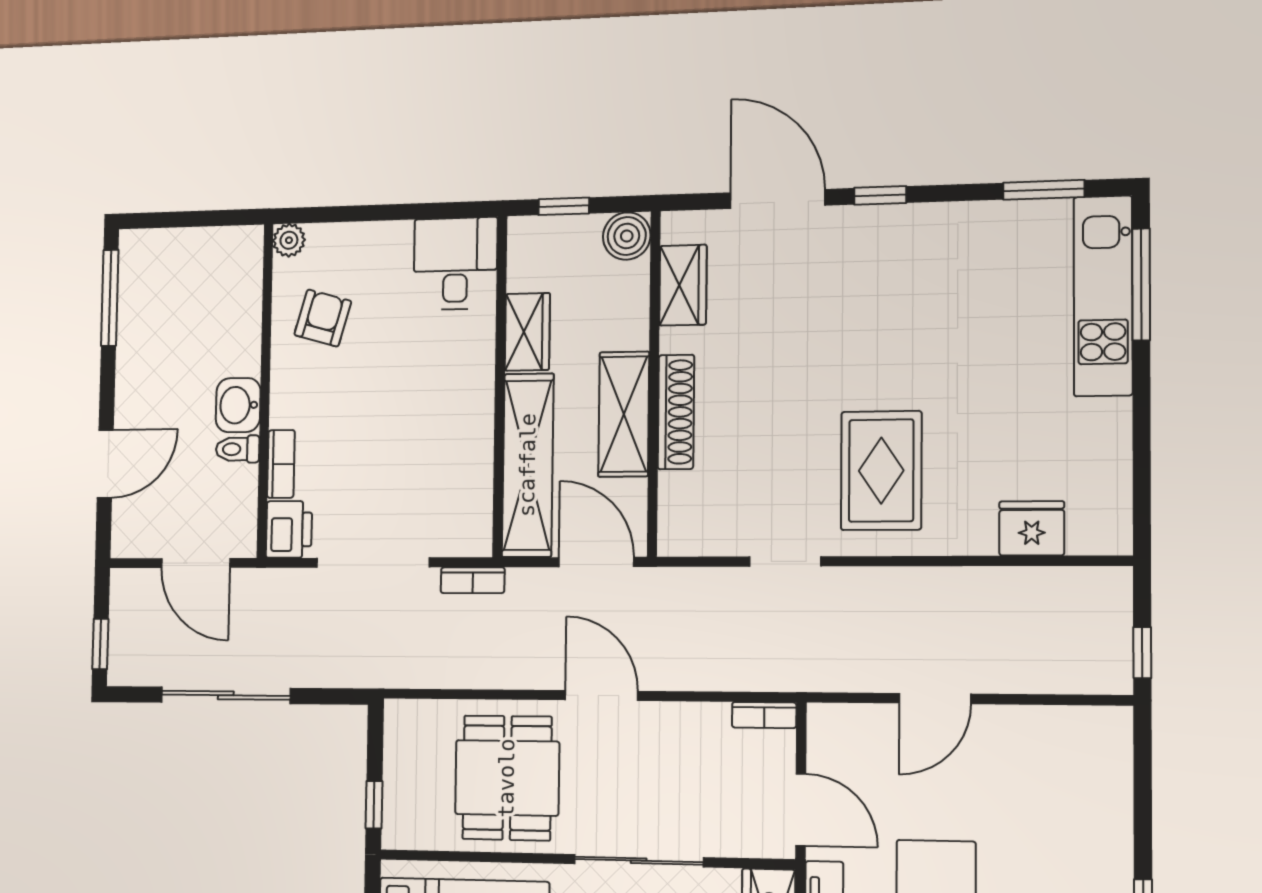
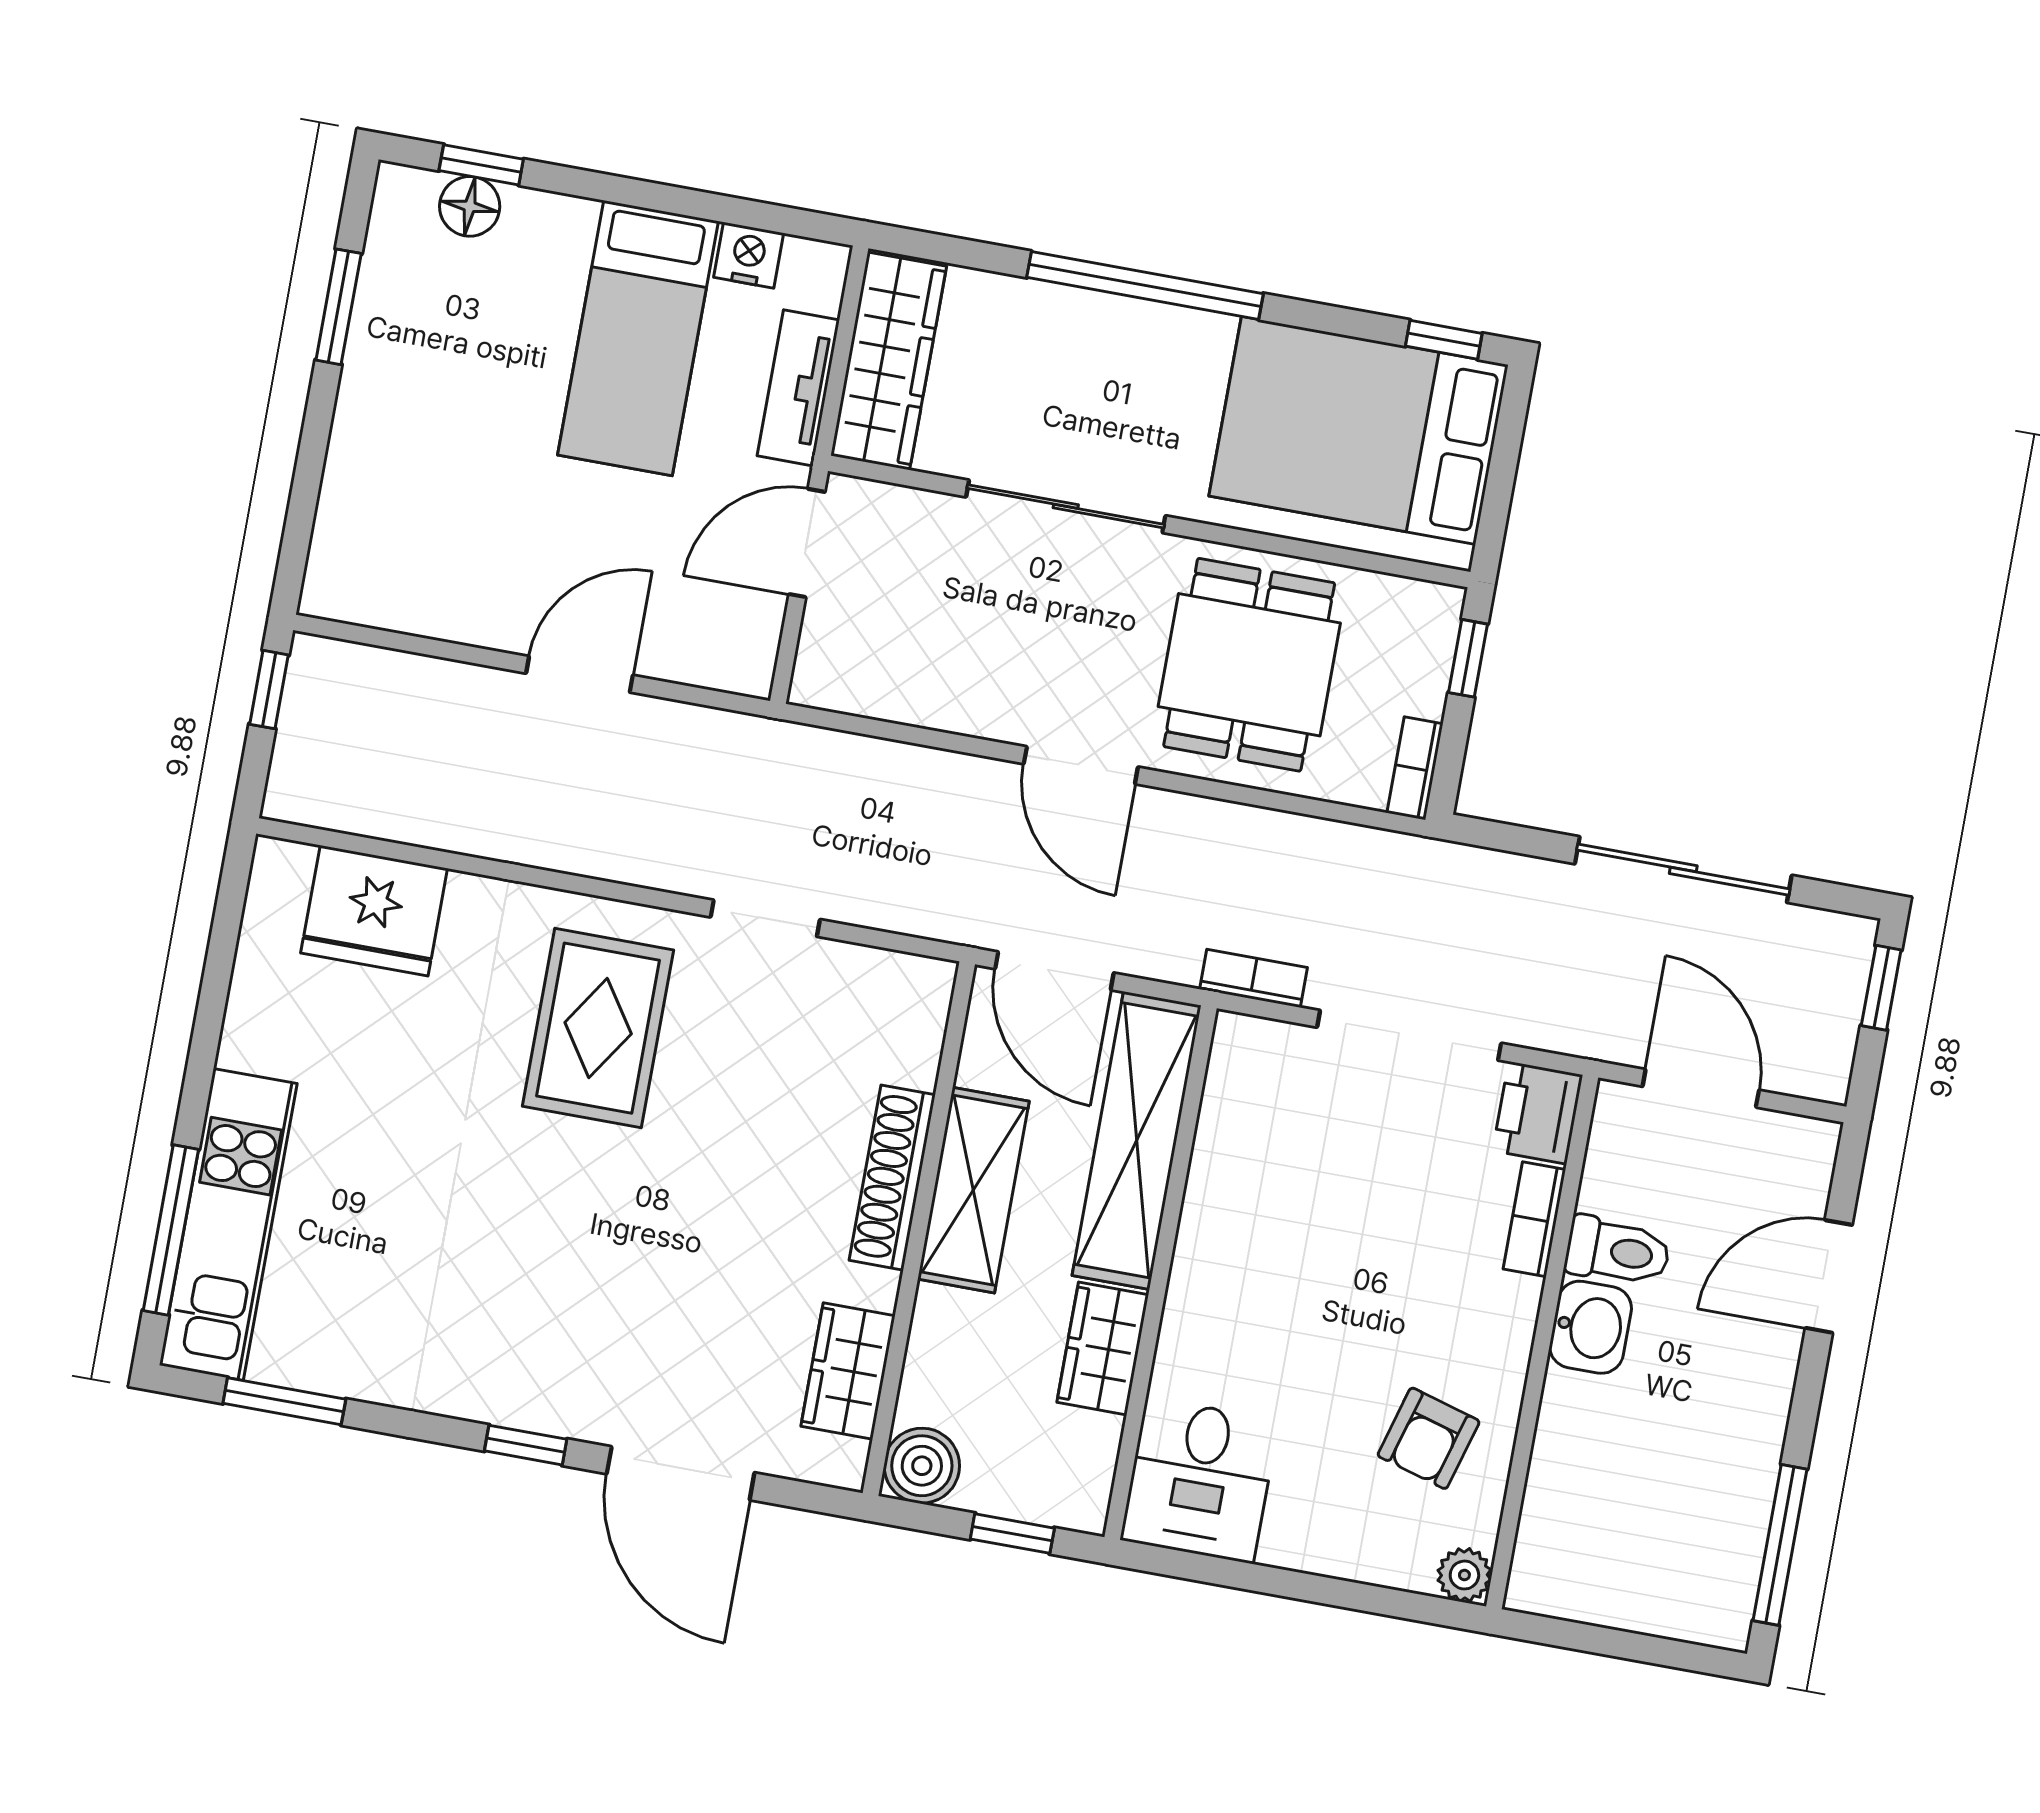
toilet: (238, 449) -> (1618, 1251), width x1.37, depth x1.39
fridge: (1032, 528) -> (374, 911), width x1.36, depth x1.34
bookcase: (764, 715) -> (1415, 768), moved, turned -90
door: (801, 810) -> (807, 543), hinge flipped

